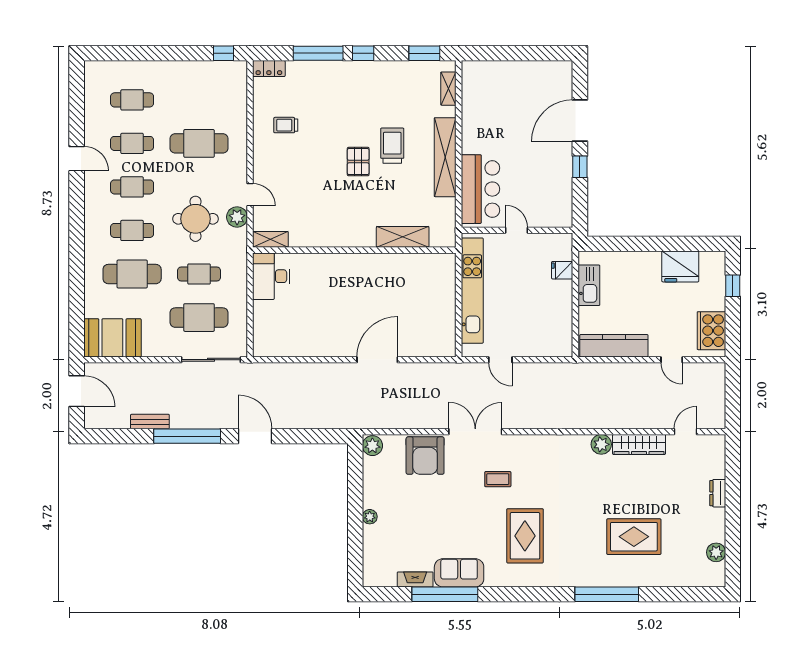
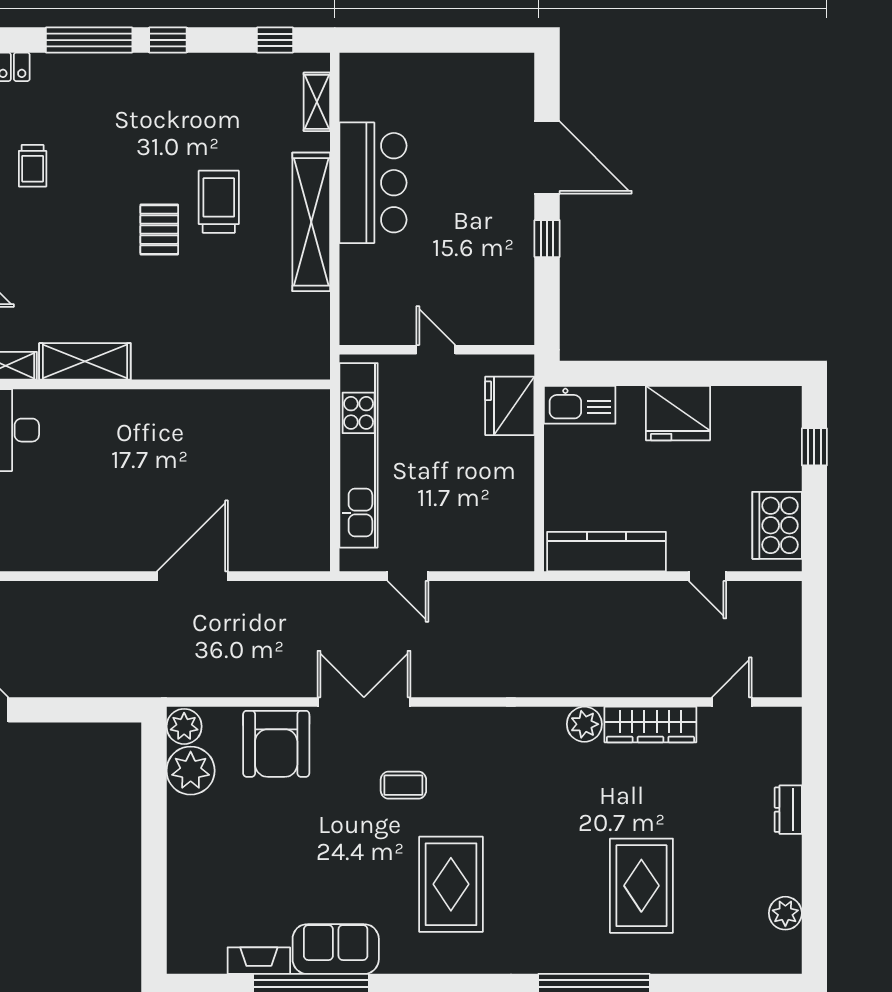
window: (424, 53) -> (275, 40), width x0.67
door: (580, 120) -> (547, 158), swing flipped
trolley: (286, 125) -> (33, 166), turned -90
bar counter: (480, 189) -> (373, 183), moved
shelving: (403, 237) -> (85, 361), moved
fridge: (680, 266) -> (678, 413), moved
fridge: (562, 270) -> (510, 406), width x1.88, depth x1.34
kitchen sink: (589, 285) -> (580, 405), moved, turned 90
plant: (370, 517) -> (191, 771), moved, width x1.87, depth x1.87
rug: (634, 537) -> (641, 886), turned 90

